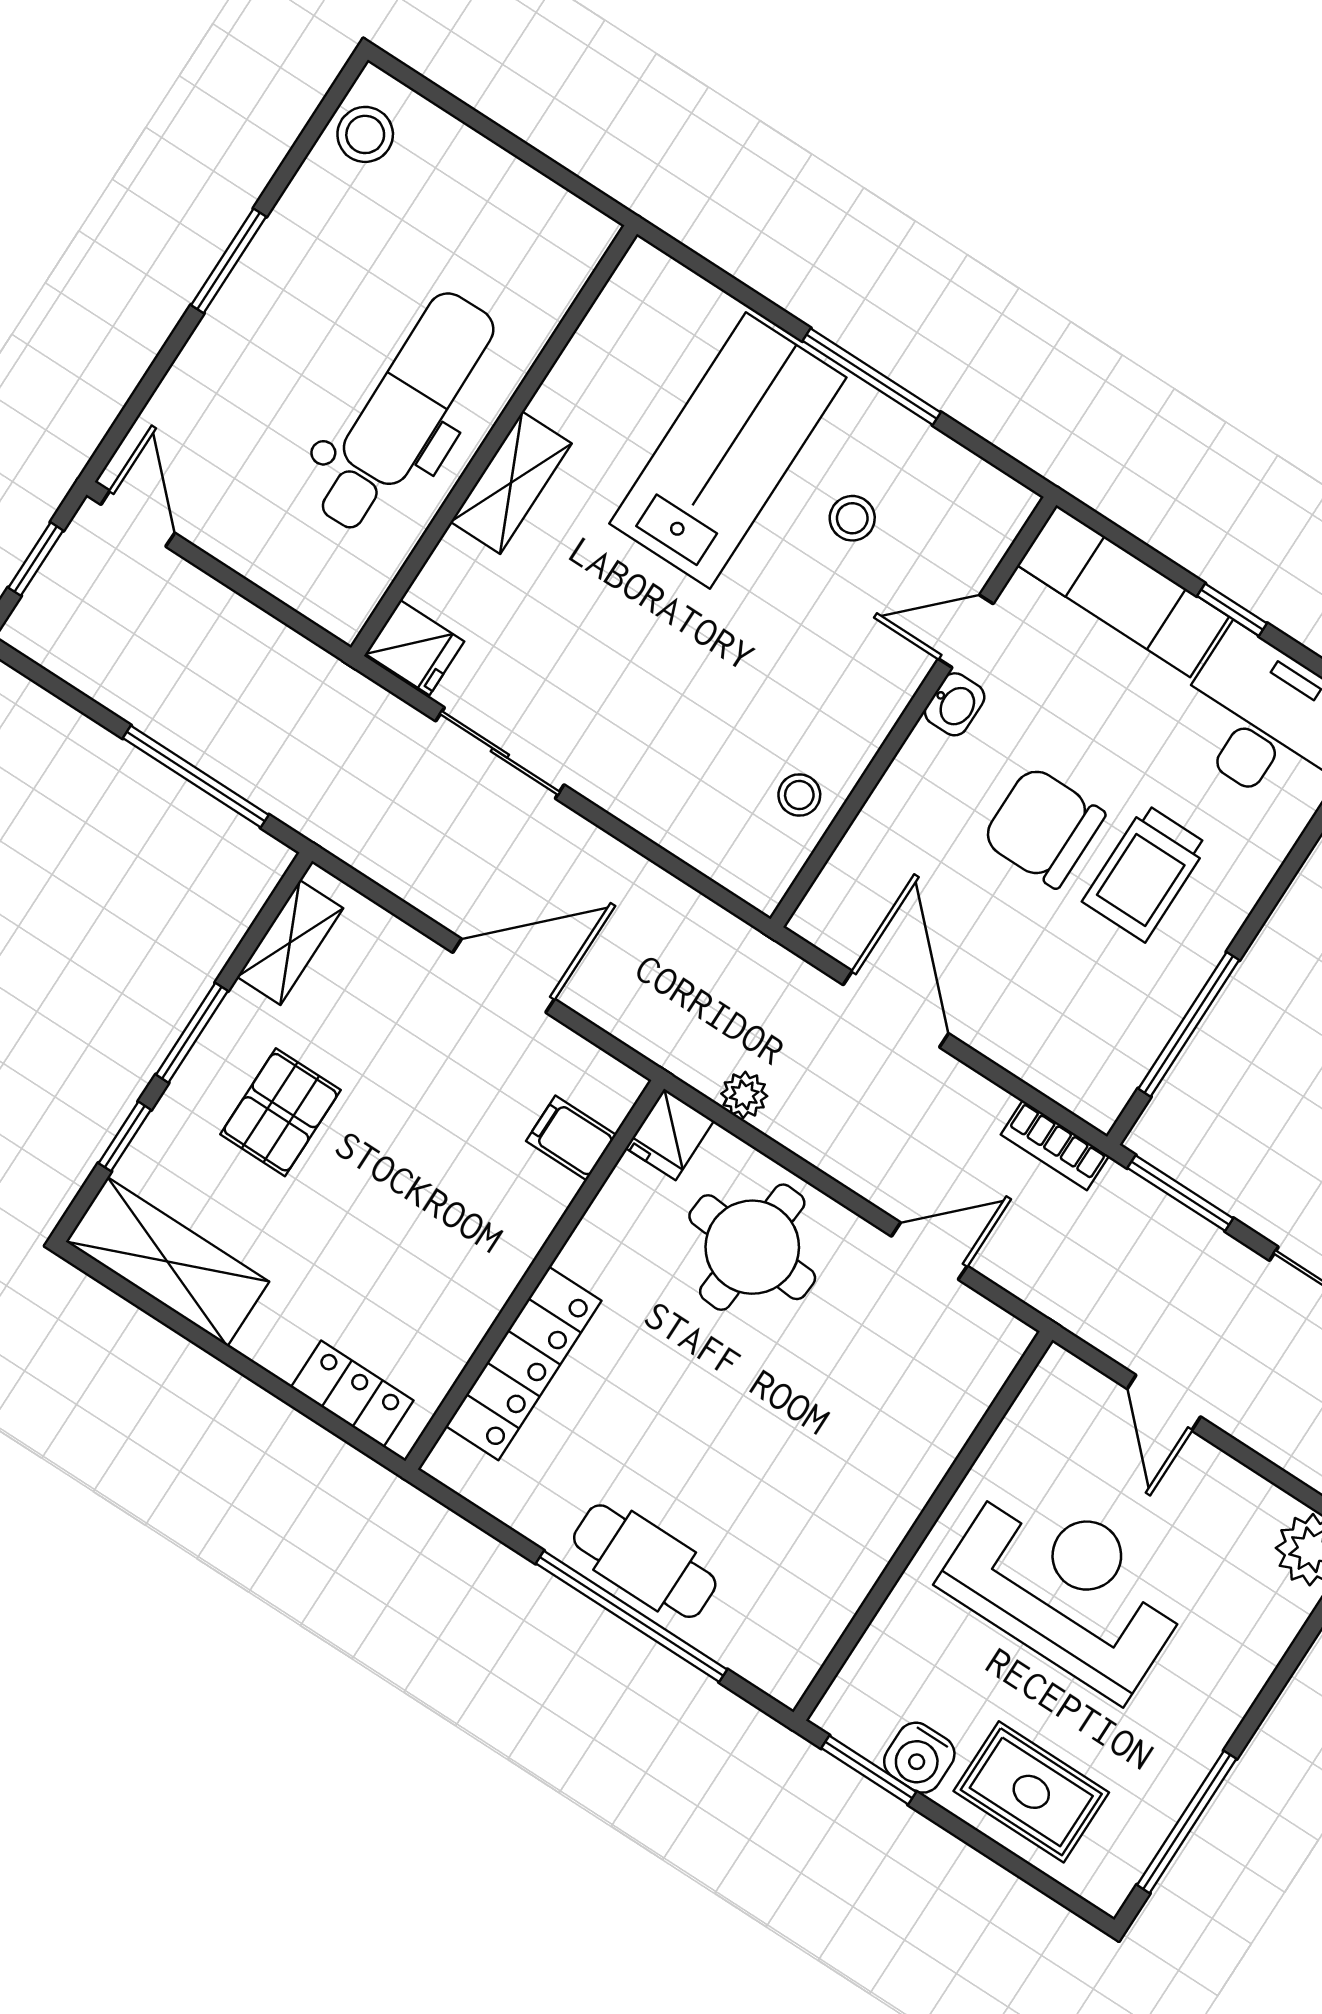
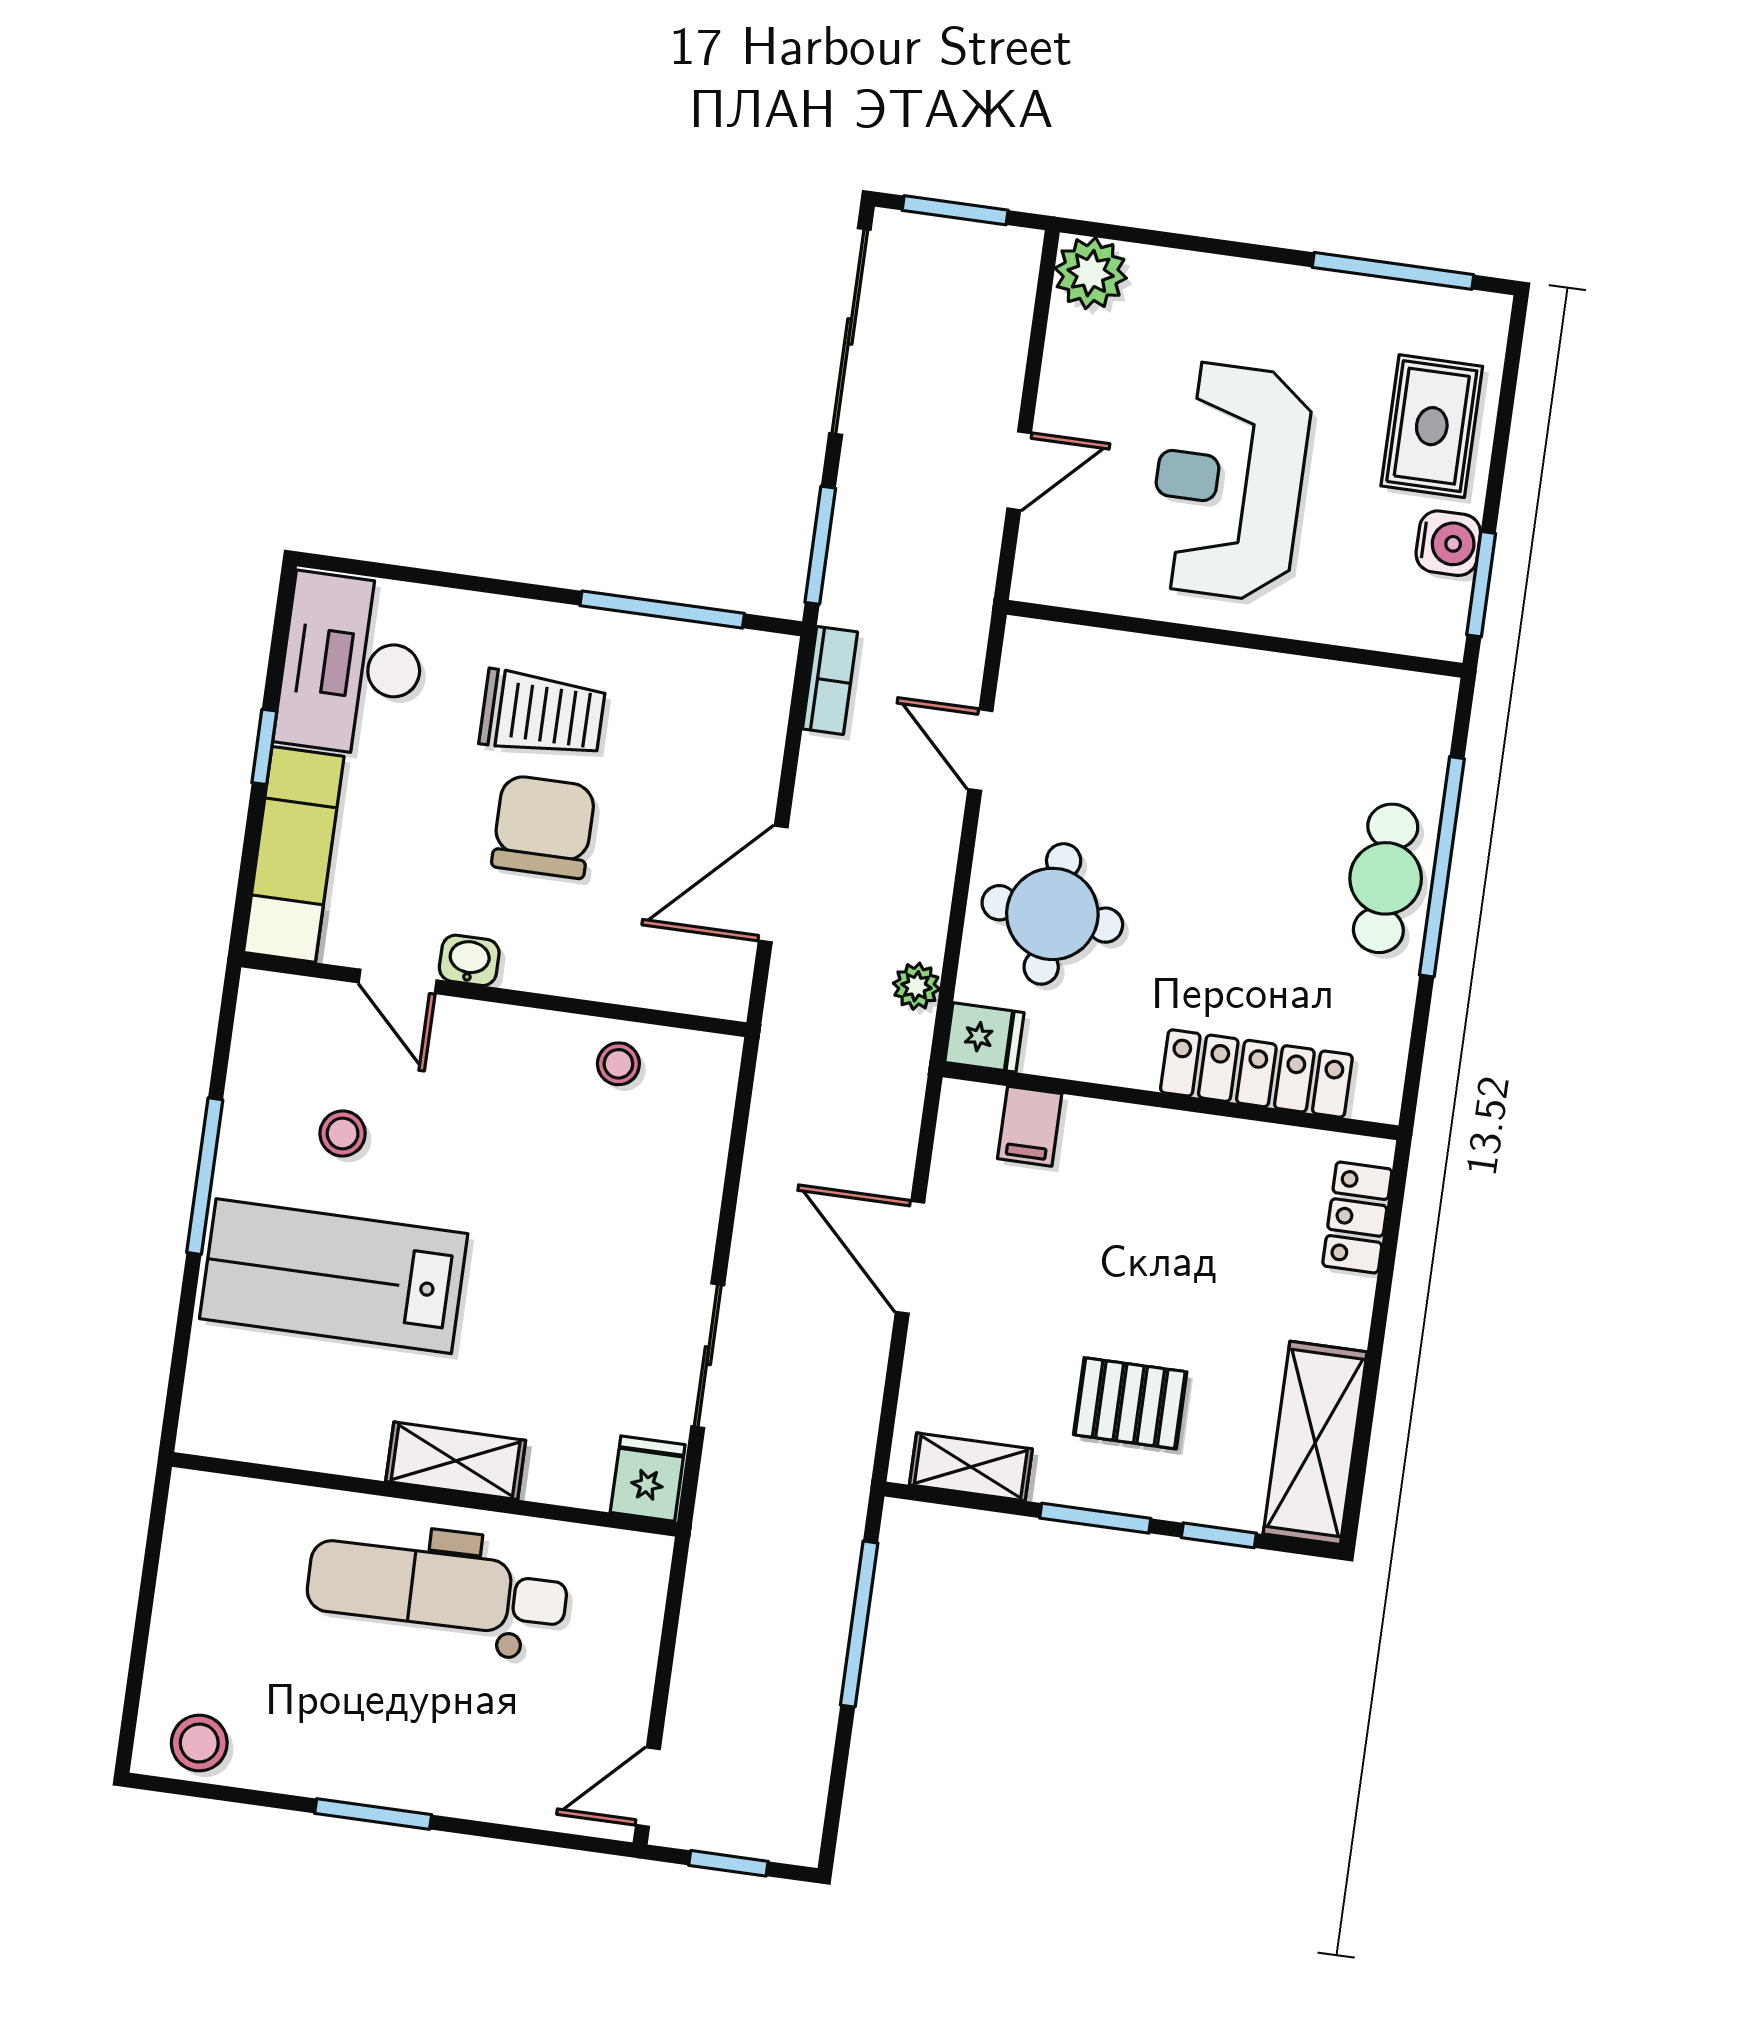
chair: (1043, 827) -> (544, 827), turned 180

